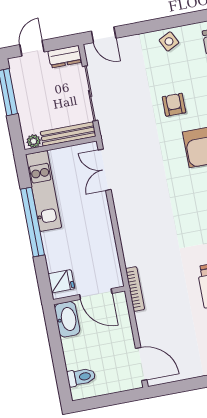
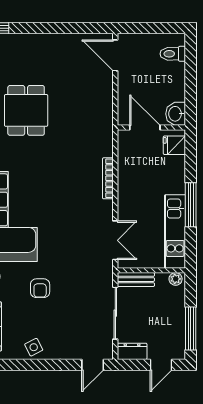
door: (104, 35) -> (93, 365), swing flipped
bench: (68, 134) -> (136, 280), width x0.73
window: (32, 222) -> (191, 205), width x0.68
bookcase: (135, 289) -> (108, 178), moved
washbasin: (67, 319) -> (176, 114), width x0.72

